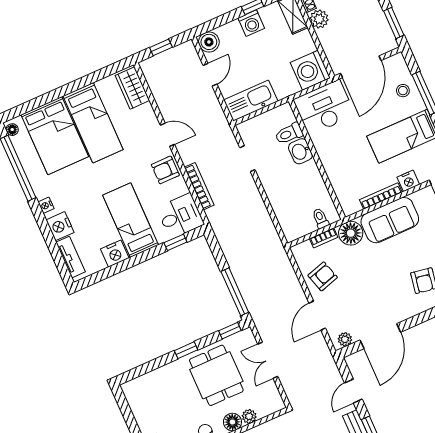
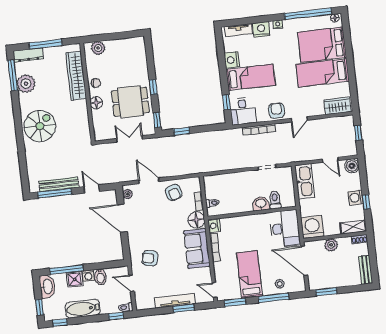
plant: (319, 19) -> (331, 245), moved
nightstand: (408, 181) -> (214, 226), moved
window: (235, 292) -> (182, 131), width x0.46
plant: (249, 416) -> (96, 115), removed

